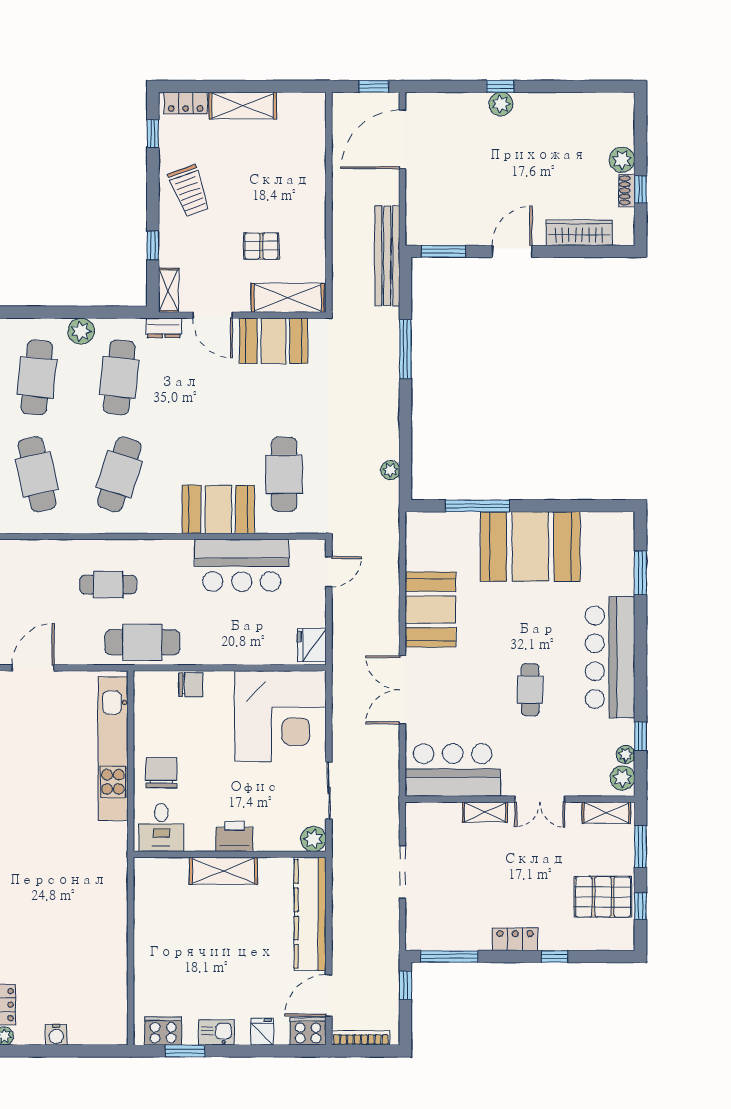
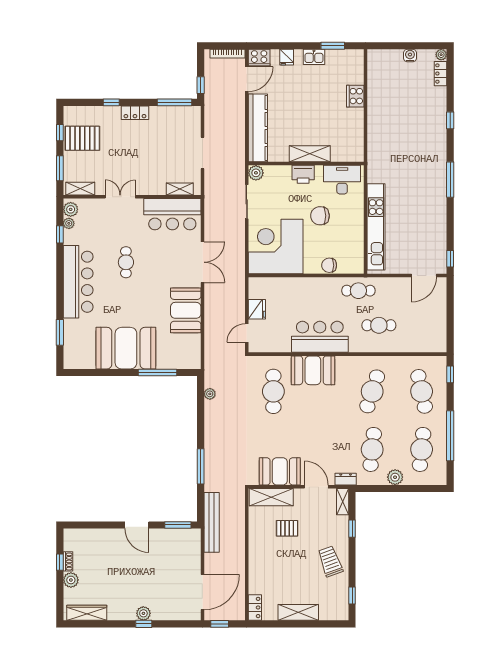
locker: (186, 103) -> (255, 607), moved, turned 90
wardrobe: (579, 233) -> (87, 613), moved, turned 180
door: (512, 251) -> (137, 525), hinge flipped
bar counter: (242, 565) -> (320, 337), moved
cafe table: (142, 642) -> (358, 291), width x0.73, depth x0.74
fridge: (312, 645) -> (257, 309), moved
chair: (161, 773) -> (320, 216), moved, turned 89
shelving: (485, 812) -> (180, 189), moved
desk: (161, 828) -> (342, 180), width x1.37
cooker: (163, 1031) -> (355, 96), moved, turned 90

